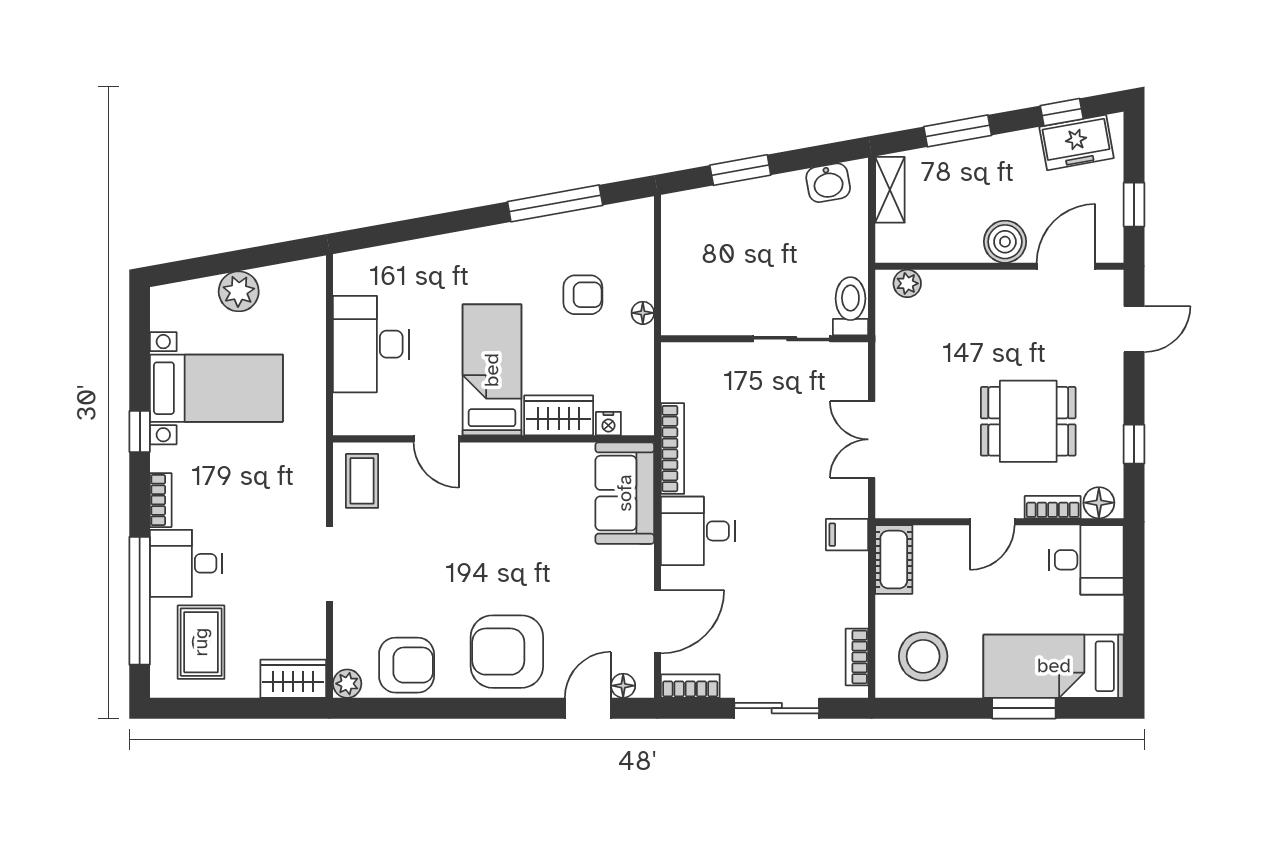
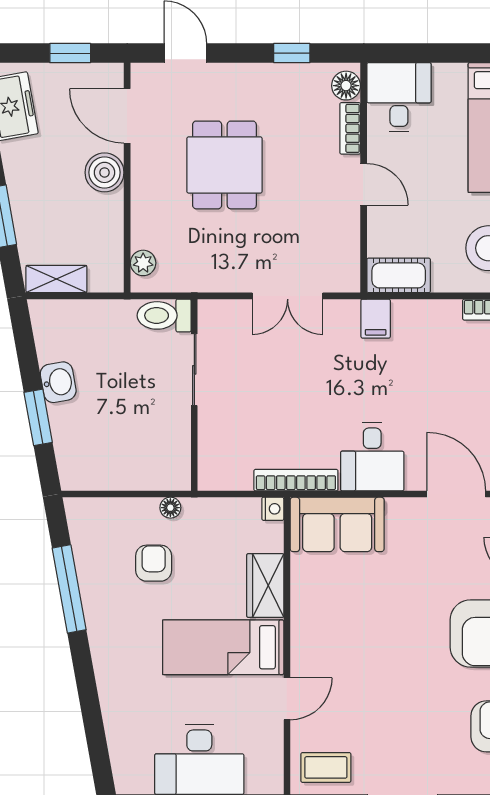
washbasin: (828, 183) -> (58, 382), moved
dining table: (1028, 421) -> (224, 165), moved
nightstand: (608, 424) -> (273, 509), moved

